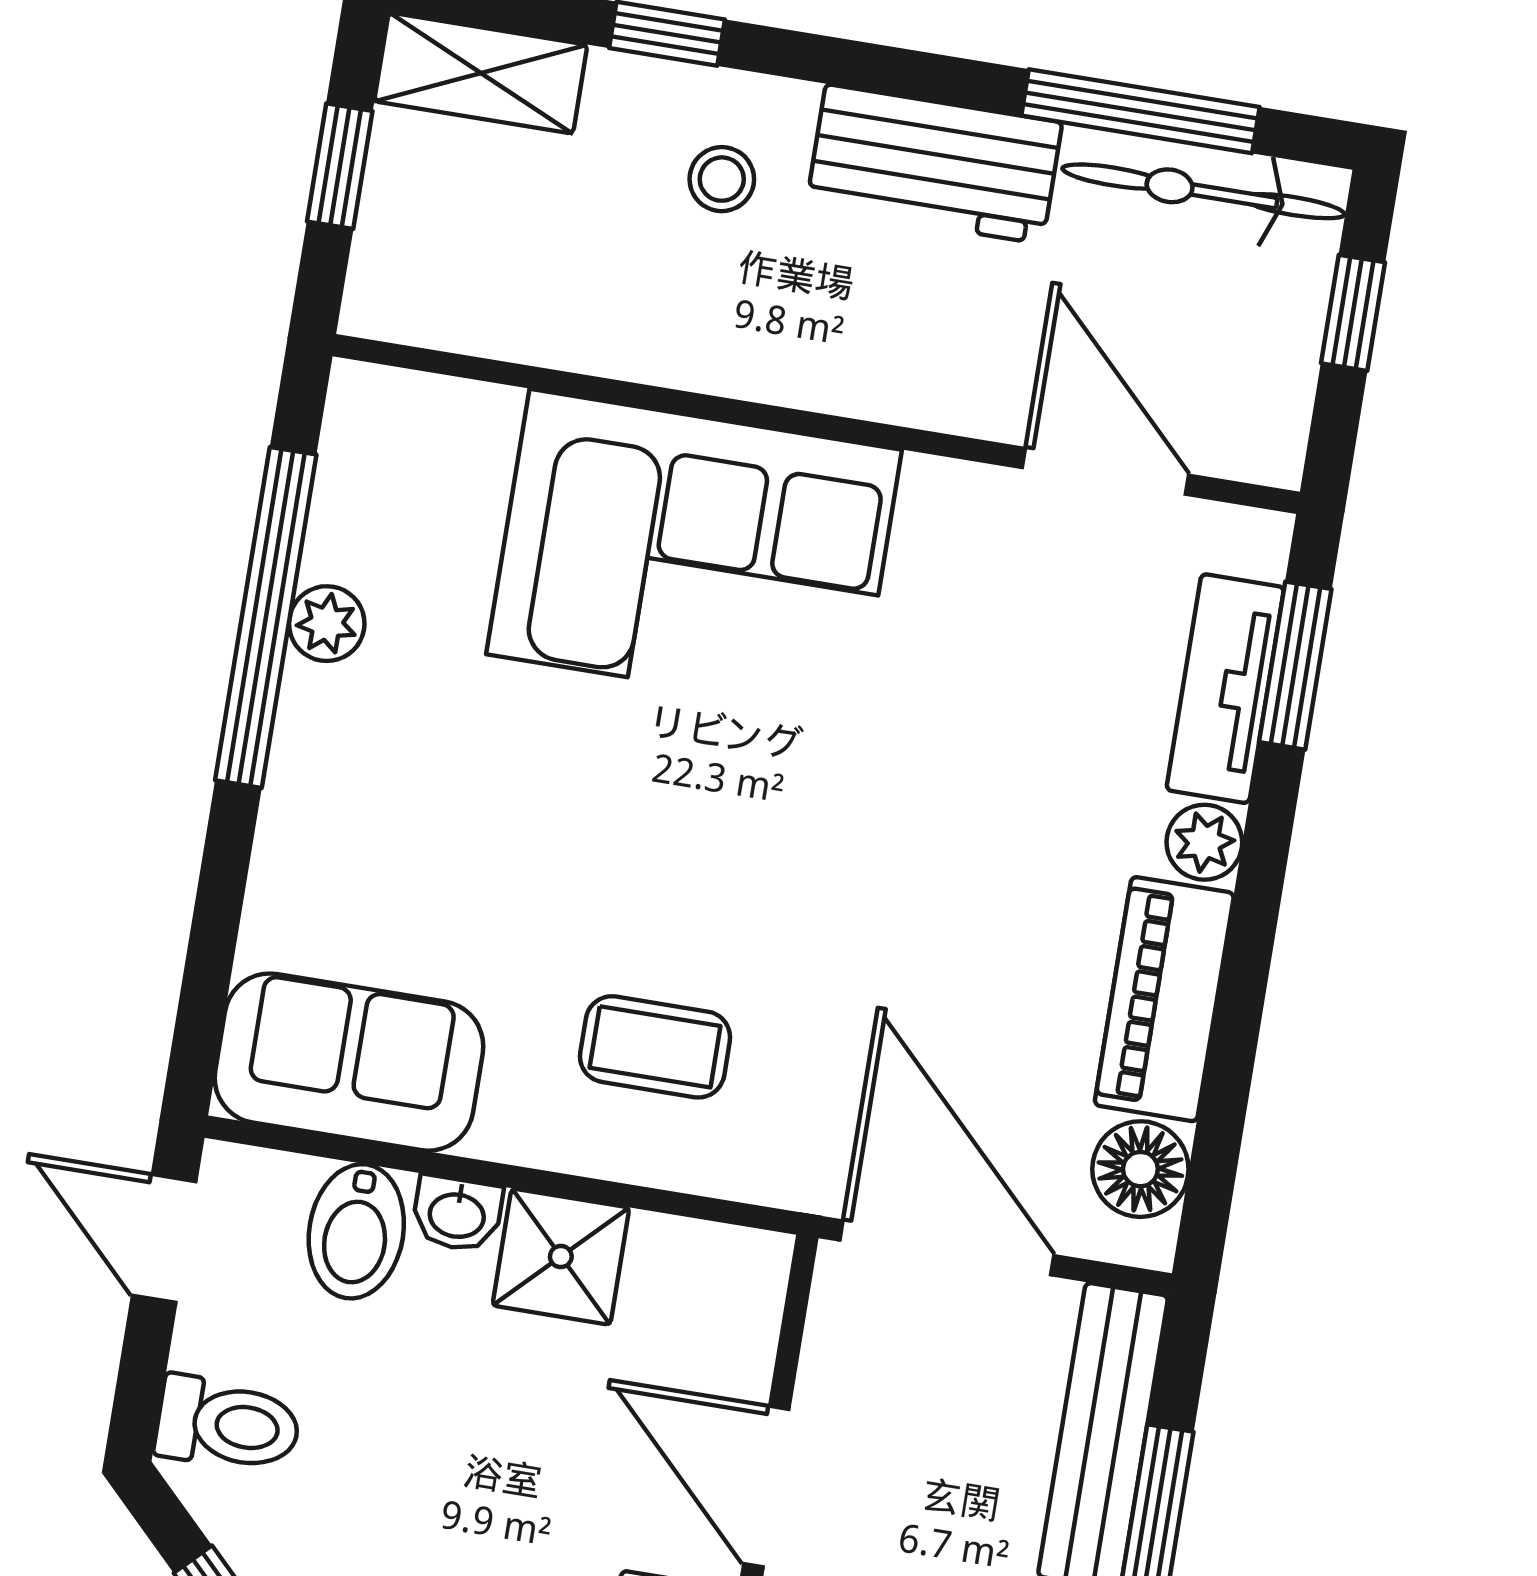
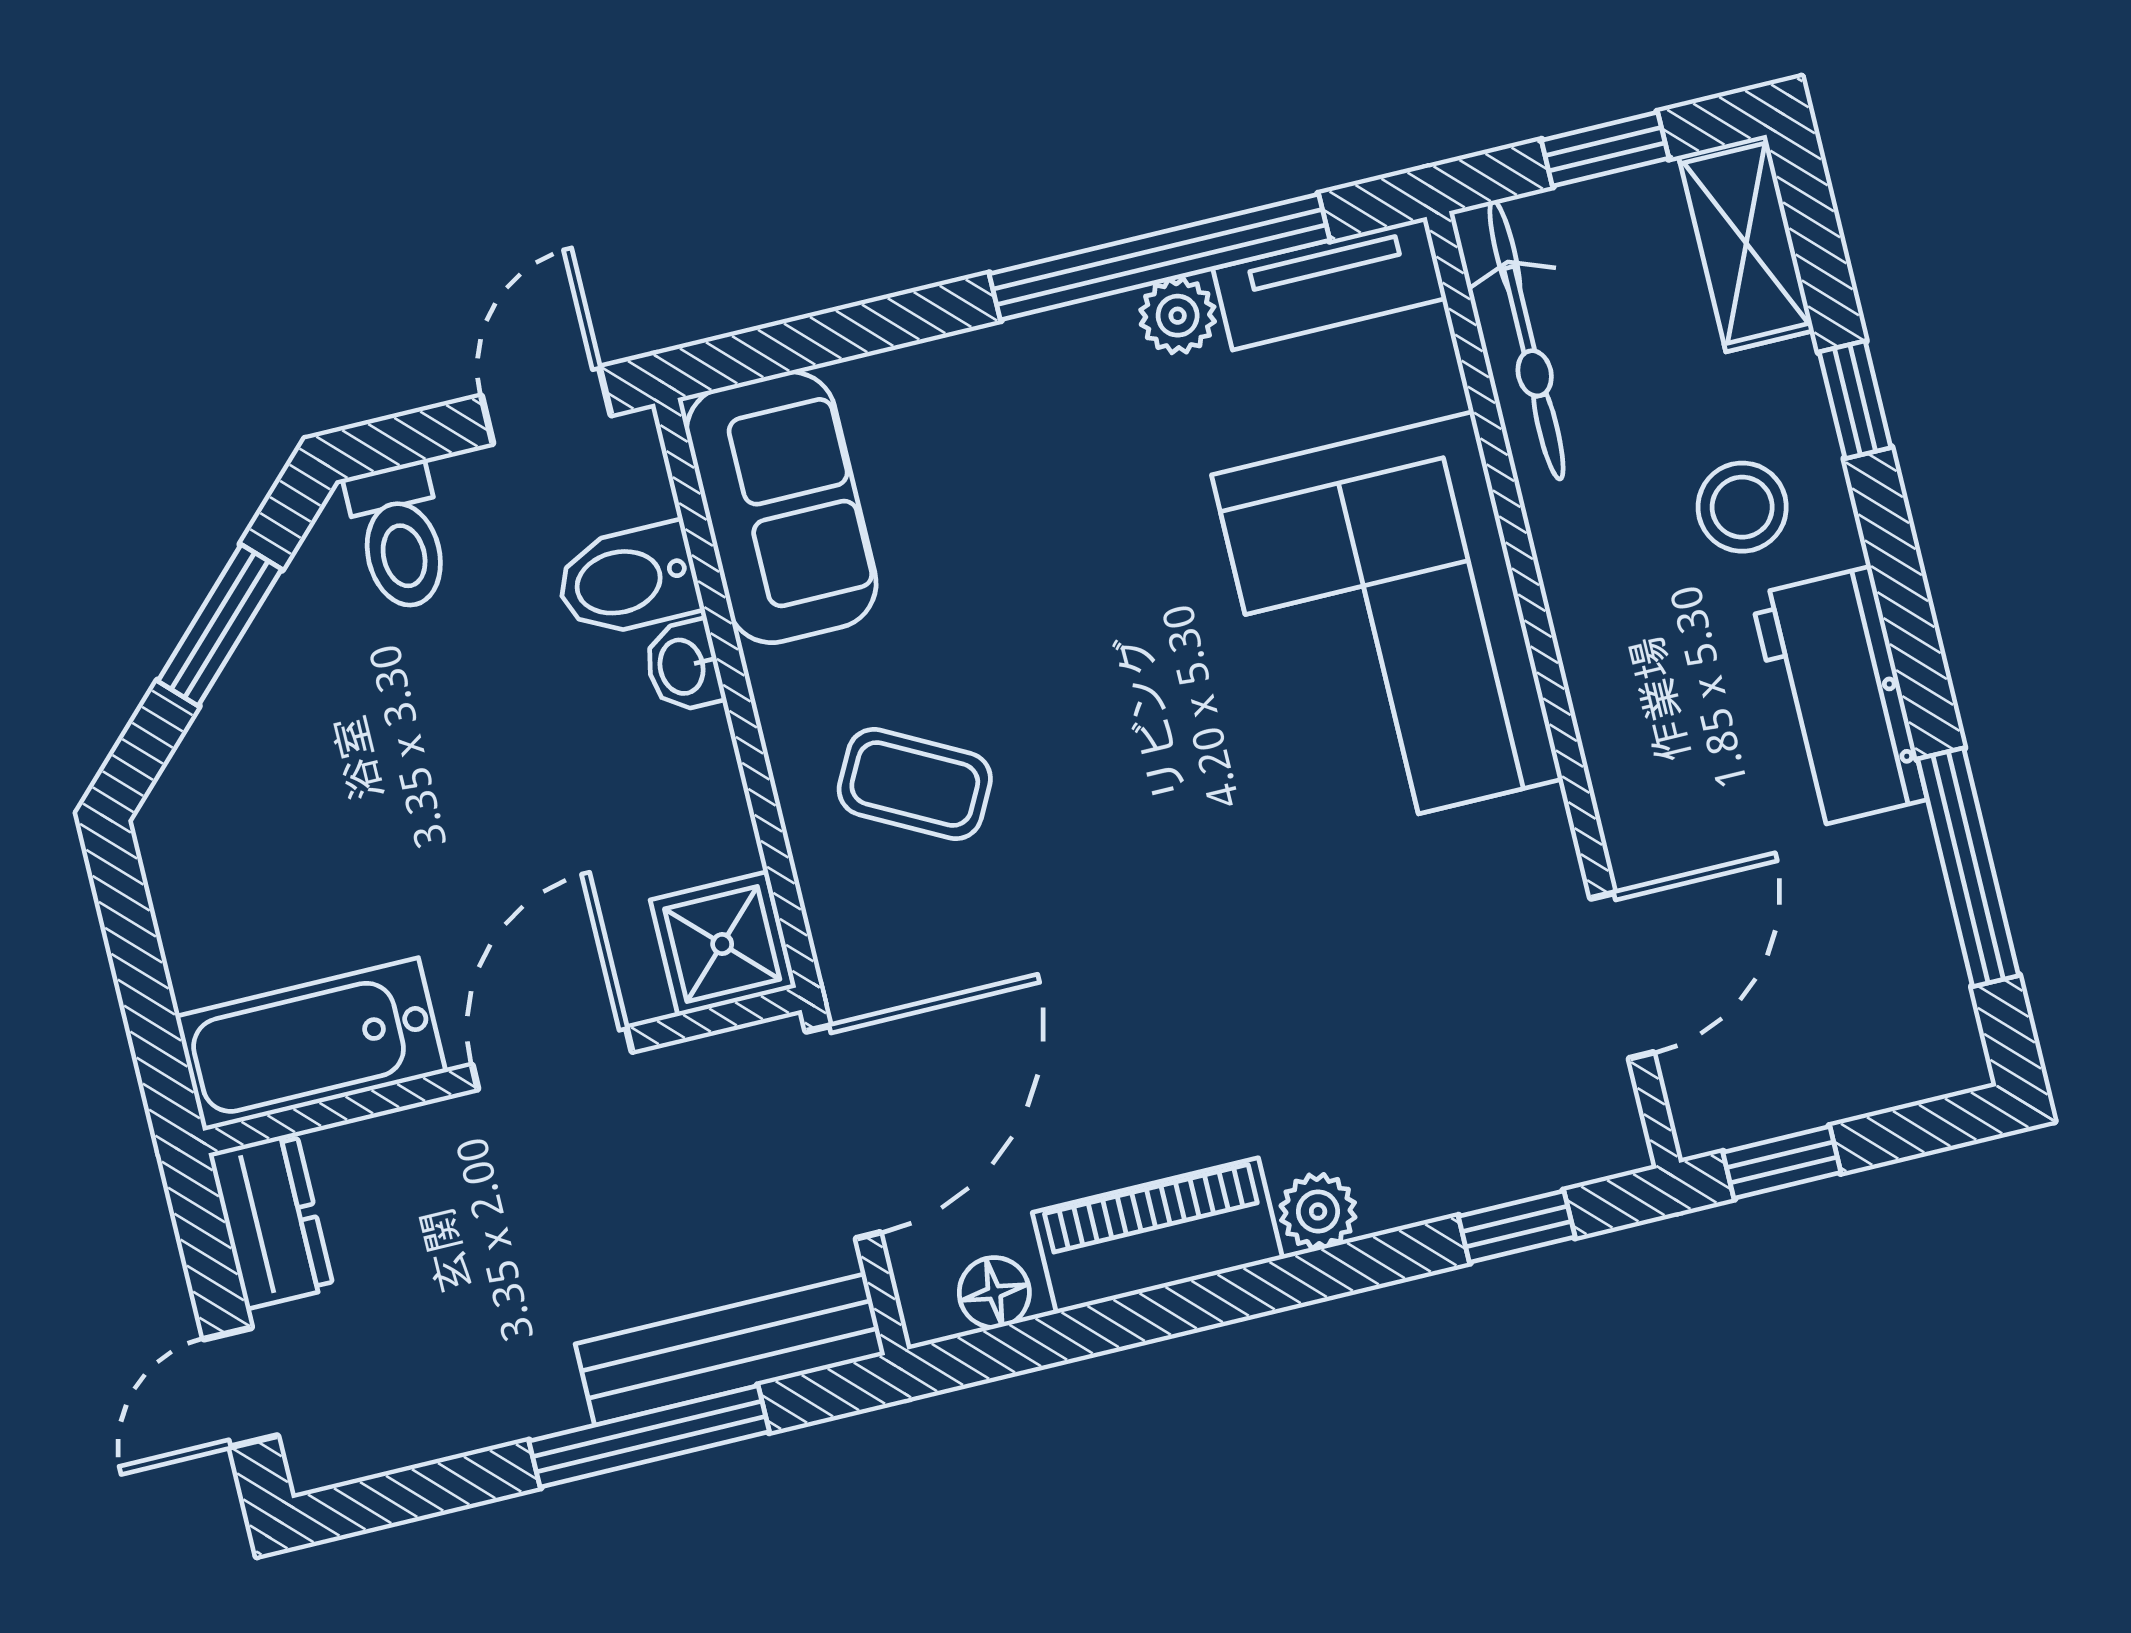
stool: (722, 179) -> (1742, 507), width x1.37, depth x1.37
bicycle: (1204, 191) -> (1527, 340), moved, turned 180
window: (1353, 313) -> (1782, 1162), moved
window: (1295, 666) -> (1517, 1227), width x0.67
tv unit: (1225, 689) -> (1330, 283), moved, turned 180
coffee table: (655, 1047) -> (915, 784), turned -62
floor lamp: (1140, 1169) -> (994, 1293), width x0.73, depth x0.73
shower: (561, 1257) -> (722, 944), moved

